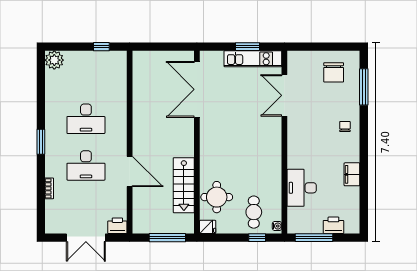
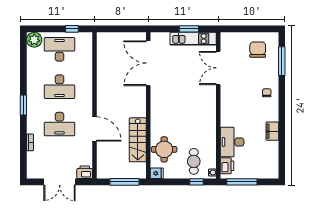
desk: (86, 72) -> (59, 49), added
chair: (334, 72) -> (258, 50), turned 180
printer: (333, 225) -> (227, 166), moved, turned 90

